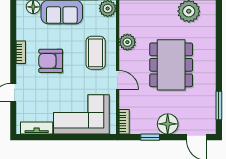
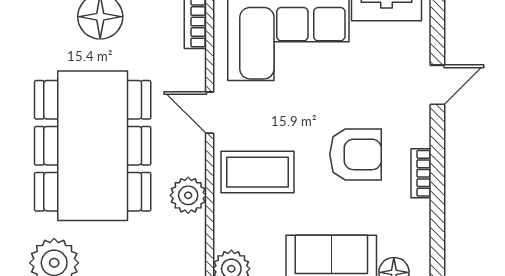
coffee table: (96, 53) -> (258, 172), turned 90
dining table: (171, 65) -> (93, 146), width x1.36, depth x1.24

